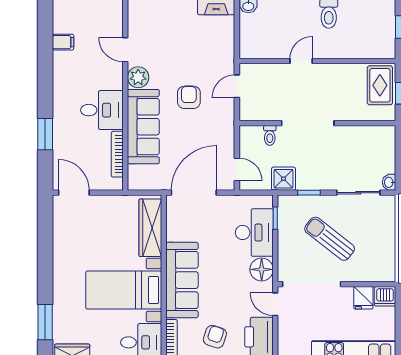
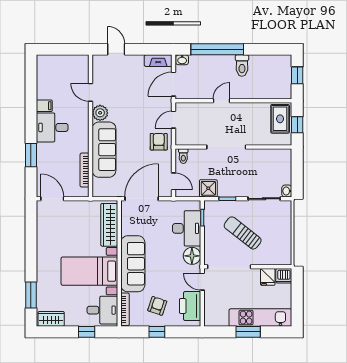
door: (237, 39) -> (174, 84), added
filing cabinet: (63, 42) -> (44, 106), moved
armchair: (189, 97) -> (159, 142), moved
desk: (102, 110) -> (52, 127), moved, turned 180
toilet: (270, 135) -> (183, 156), moved

